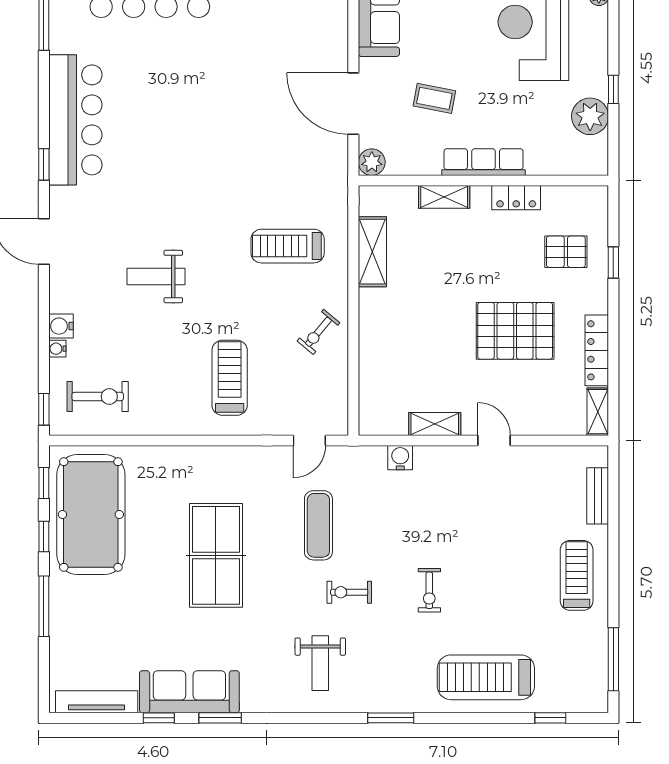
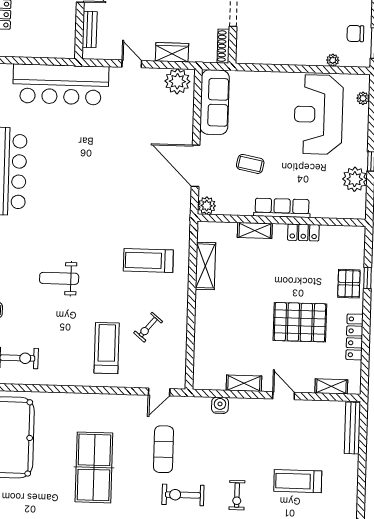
pallet: (566, 252) -> (349, 284), moved, turned 90
exercise bike: (318, 332) -> (148, 327), moved
shelving: (598, 412) -> (331, 386), moved, turned 90
bench: (598, 496) -> (352, 428), width x1.36
treadmill: (577, 575) -> (298, 481), moved, turned -90
exercise bike: (349, 592) -> (183, 495), width x1.38, depth x1.39

